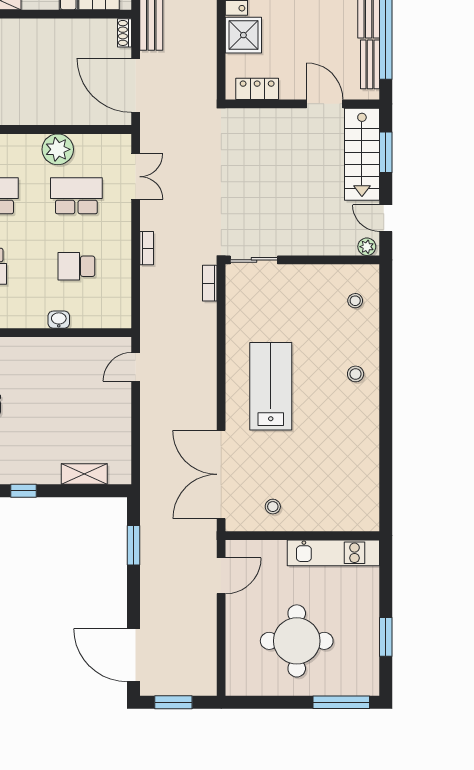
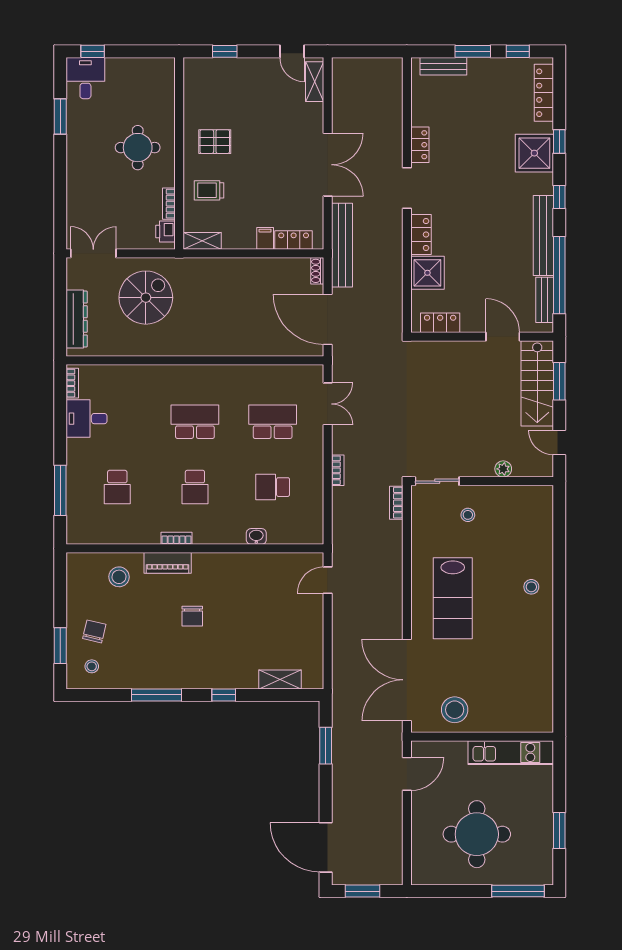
plant: (58, 149) -> (255, 379), removed
plant: (367, 247) -> (503, 469), moved
stool: (355, 301) -> (468, 515), moved
lab bench: (271, 386) -> (453, 598), turned 180
stool: (273, 507) -> (455, 710), width x1.89, depth x1.89

